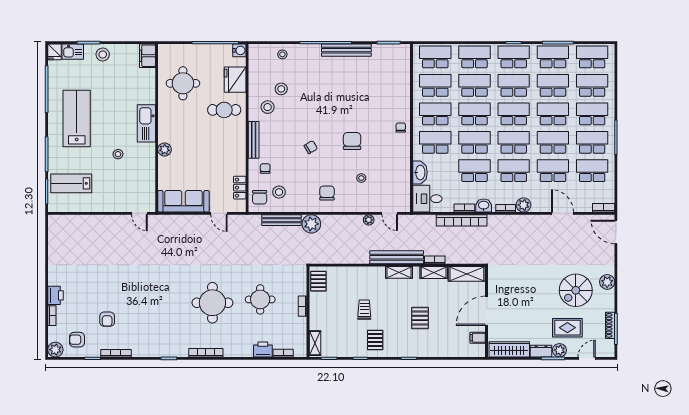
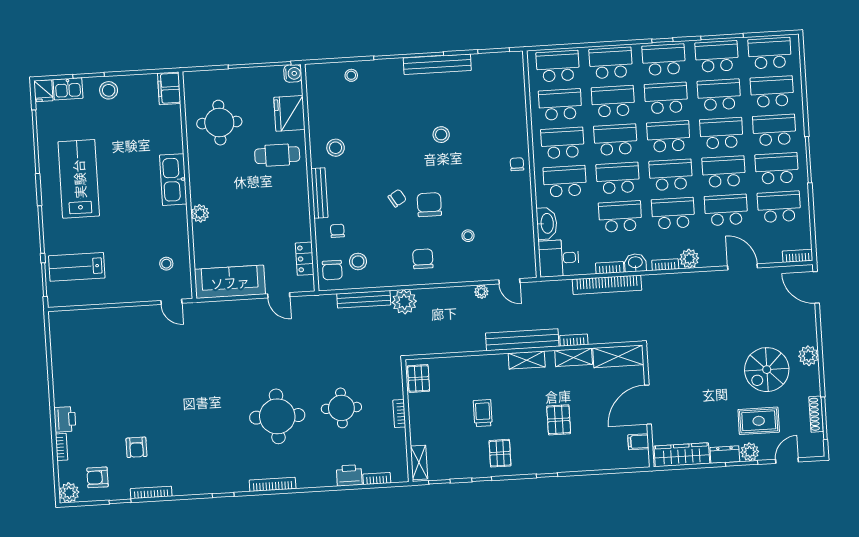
stool: (281, 89) -> (441, 135), moved
chair: (352, 141) -> (429, 205), moved
stool: (118, 154) -> (166, 264), moved

